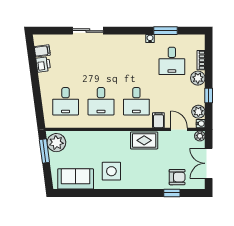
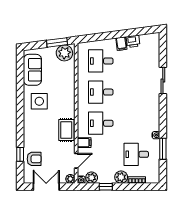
filing cabinet: (42, 51) -> (121, 44), moved
armchair: (177, 177) -> (34, 159), turned -90

